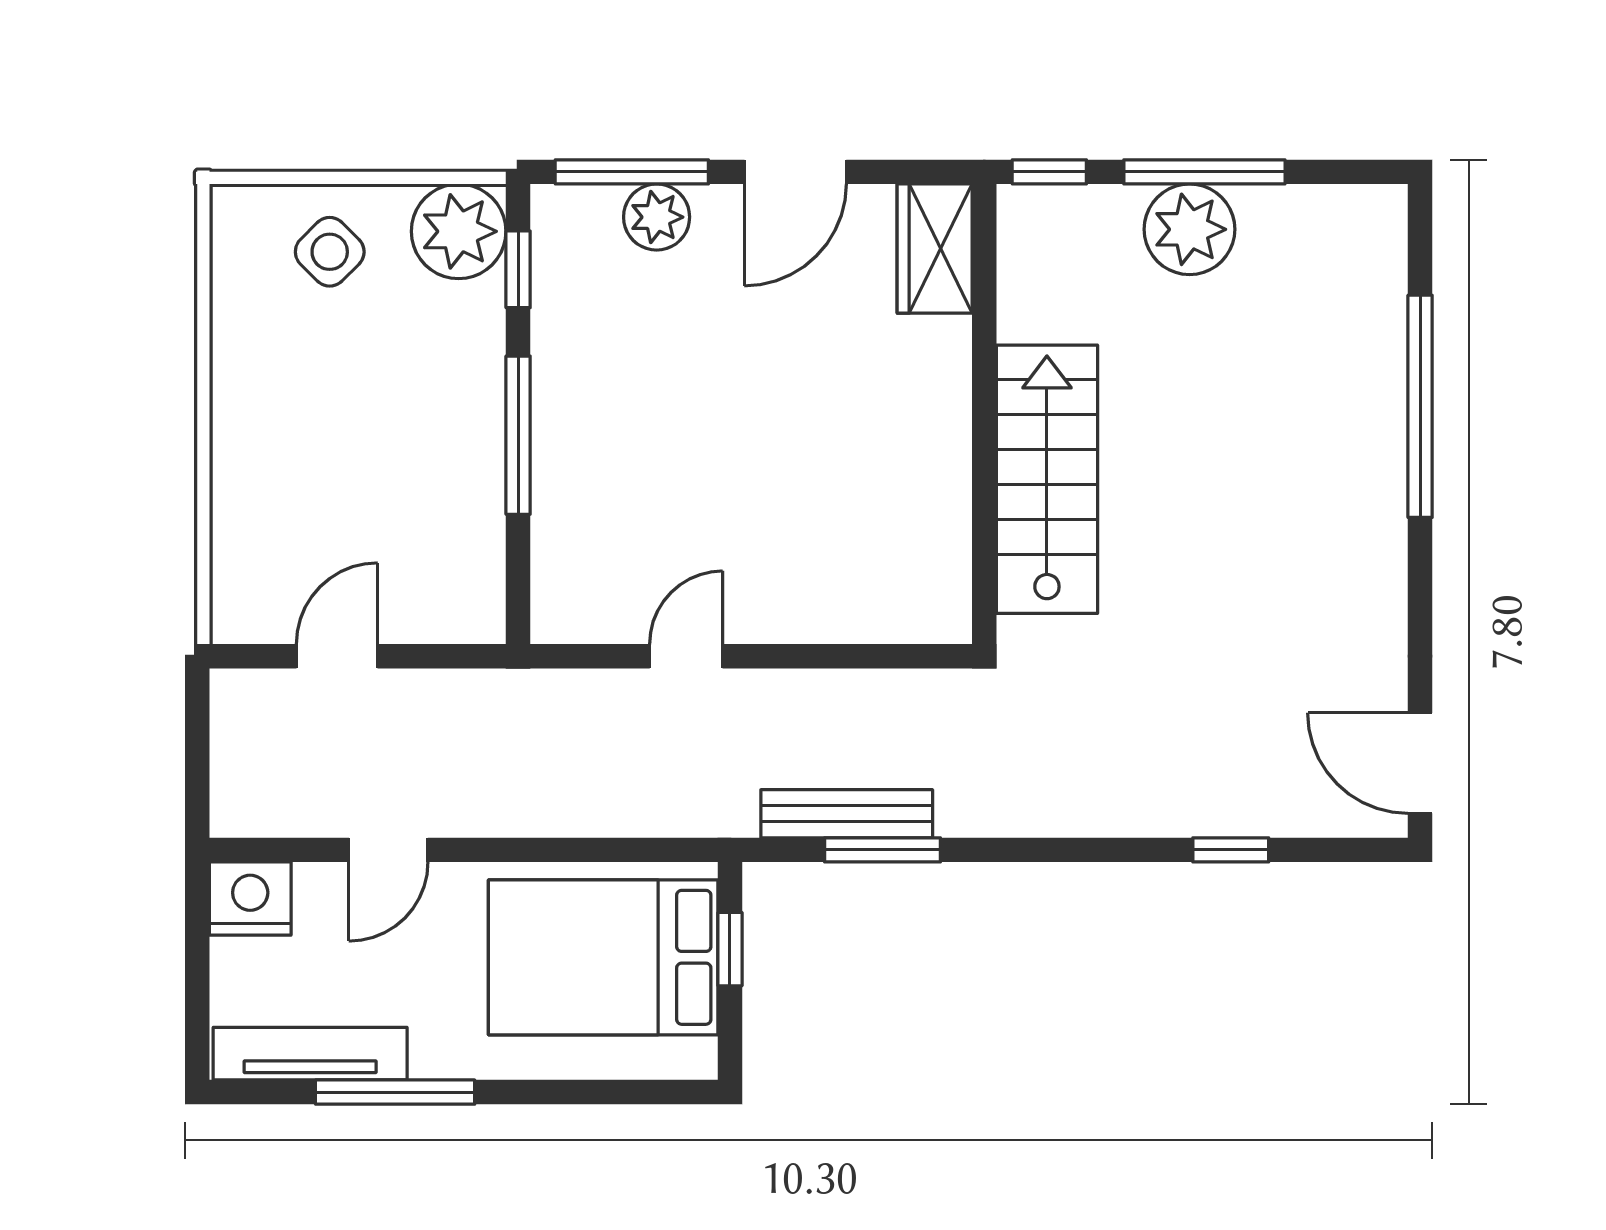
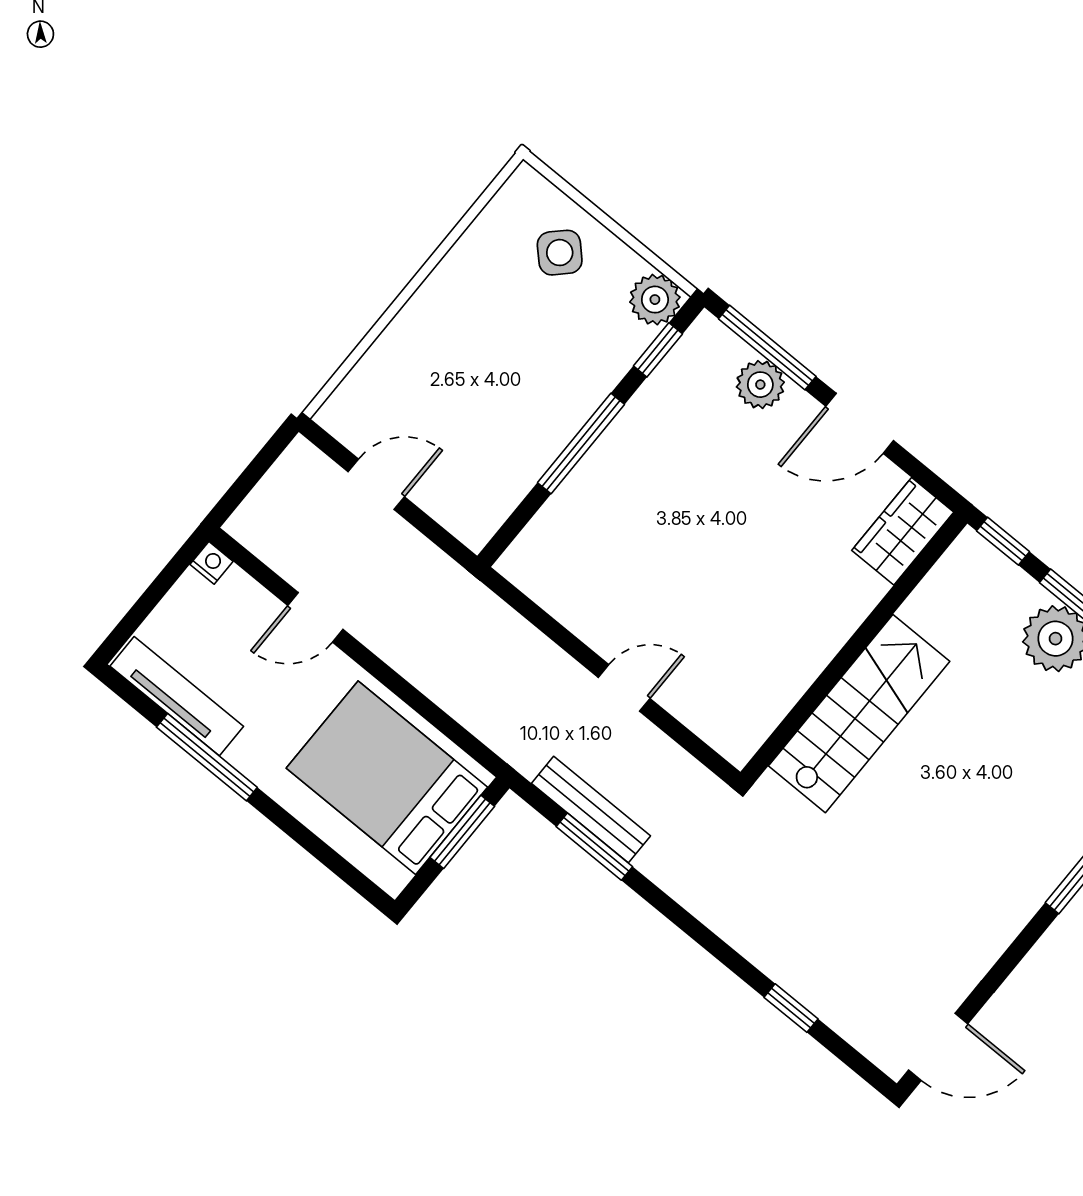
plant: (459, 231) -> (655, 300), width x0.73, depth x0.73
door: (686, 656) -> (624, 688), moved
door: (1420, 763) -> (938, 1047), swing flipped
nightstand: (250, 899) -> (212, 563), width x0.53, depth x0.56
window: (730, 949) -> (462, 832), width x1.50

